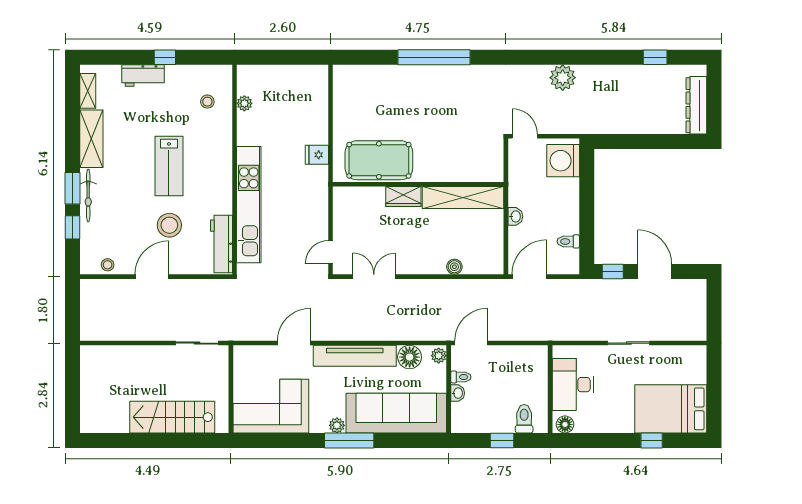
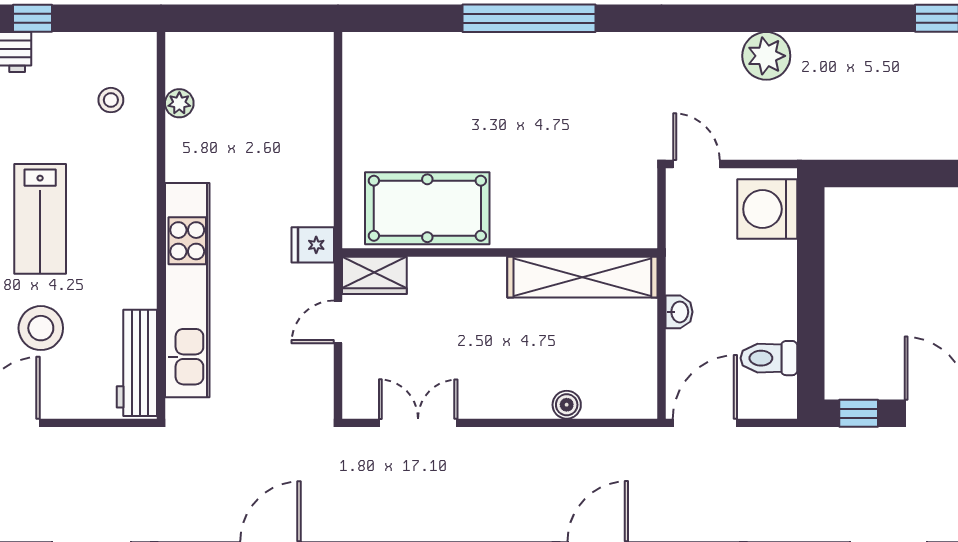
fridge: (317, 155) -> (313, 245), moved
wardrobe: (403, 197) -> (374, 275), moved
toilet: (568, 241) -> (769, 358), width x1.37, depth x1.39
door: (331, 252) -> (338, 322), moved

